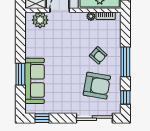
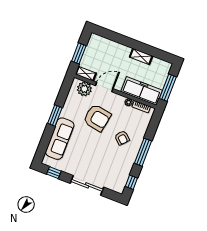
window: (20, 74) -> (55, 116), moved
armchair: (97, 86) -> (97, 118), moved
sliding door: (94, 118) -> (87, 185), moved

